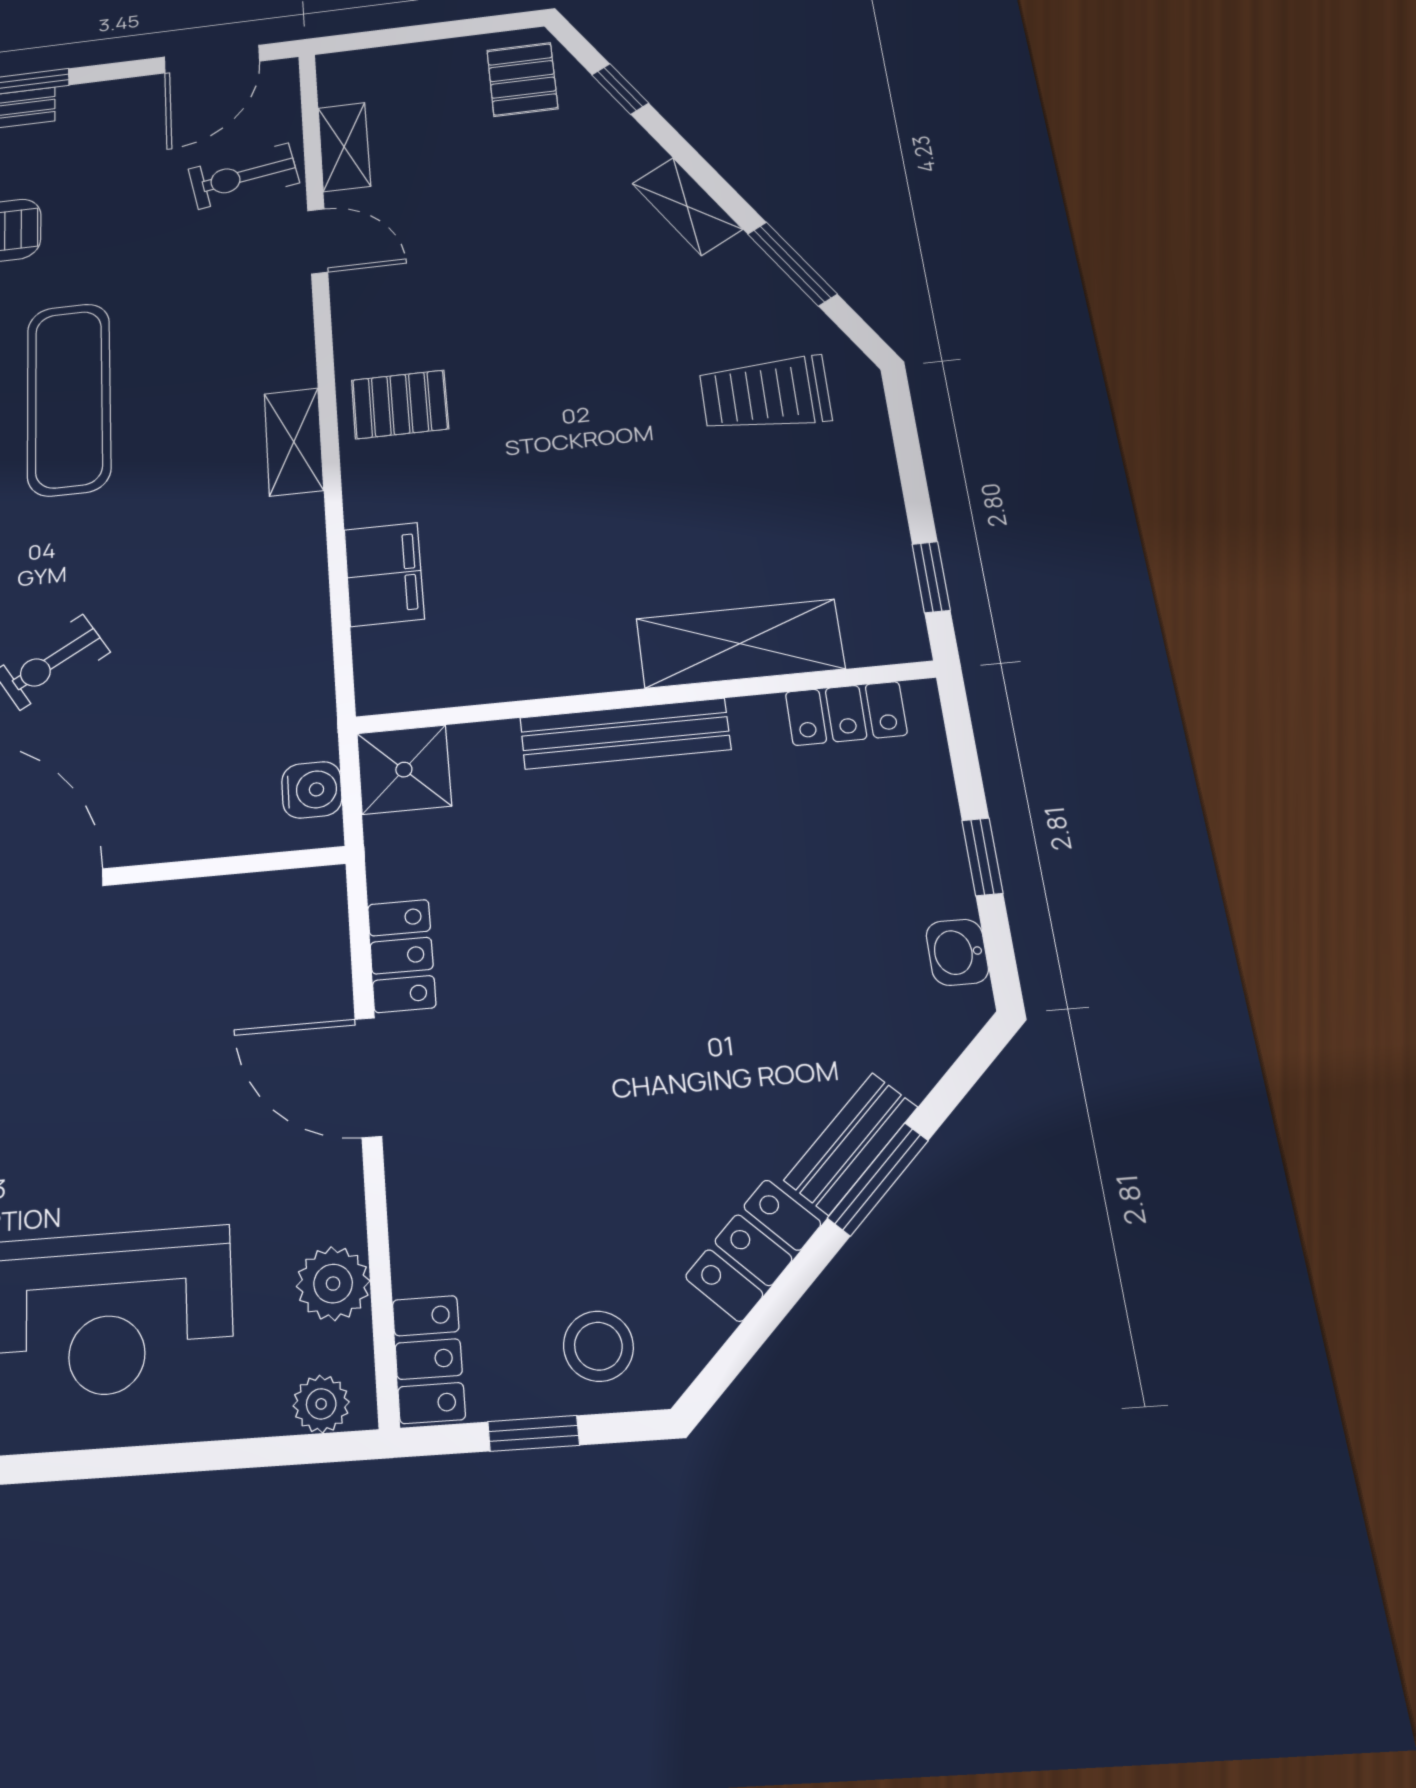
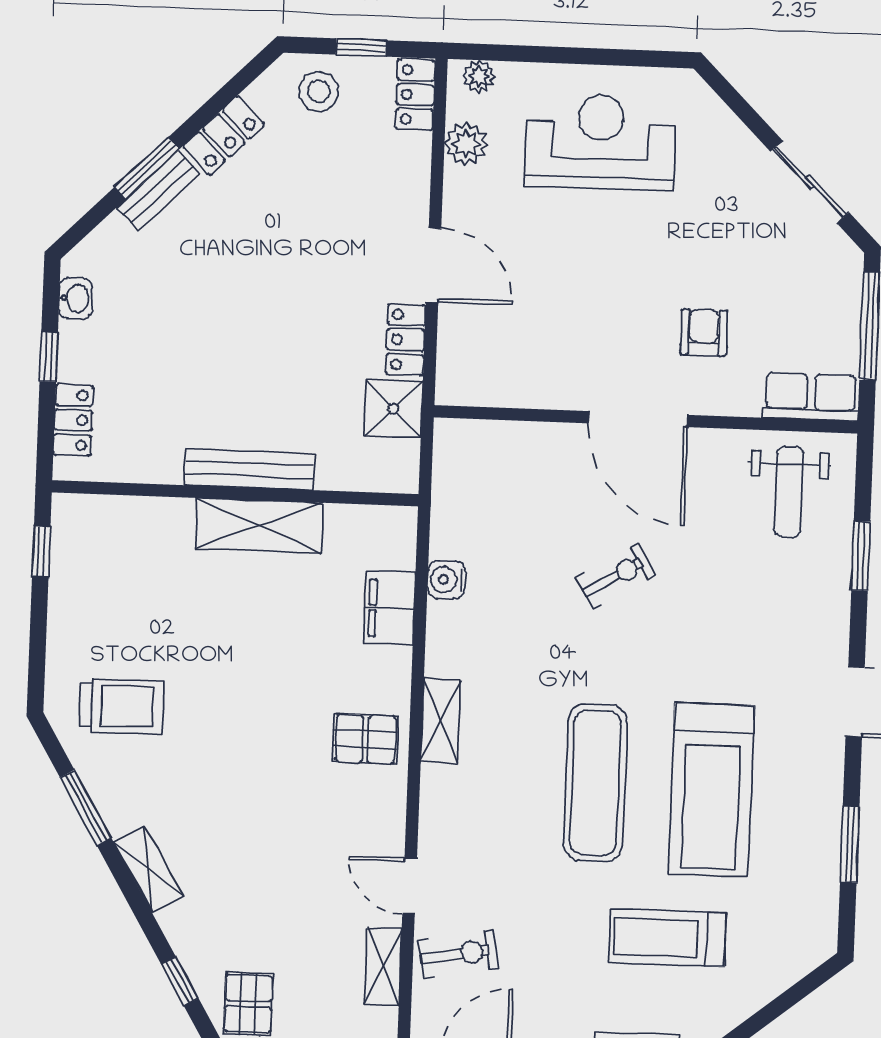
shelving: (740, 644) -> (259, 526), moved
locker: (846, 713) -> (73, 420), moved, turned 90
shower: (404, 770) -> (393, 409), moved
water cooler: (312, 790) -> (446, 580), moved

